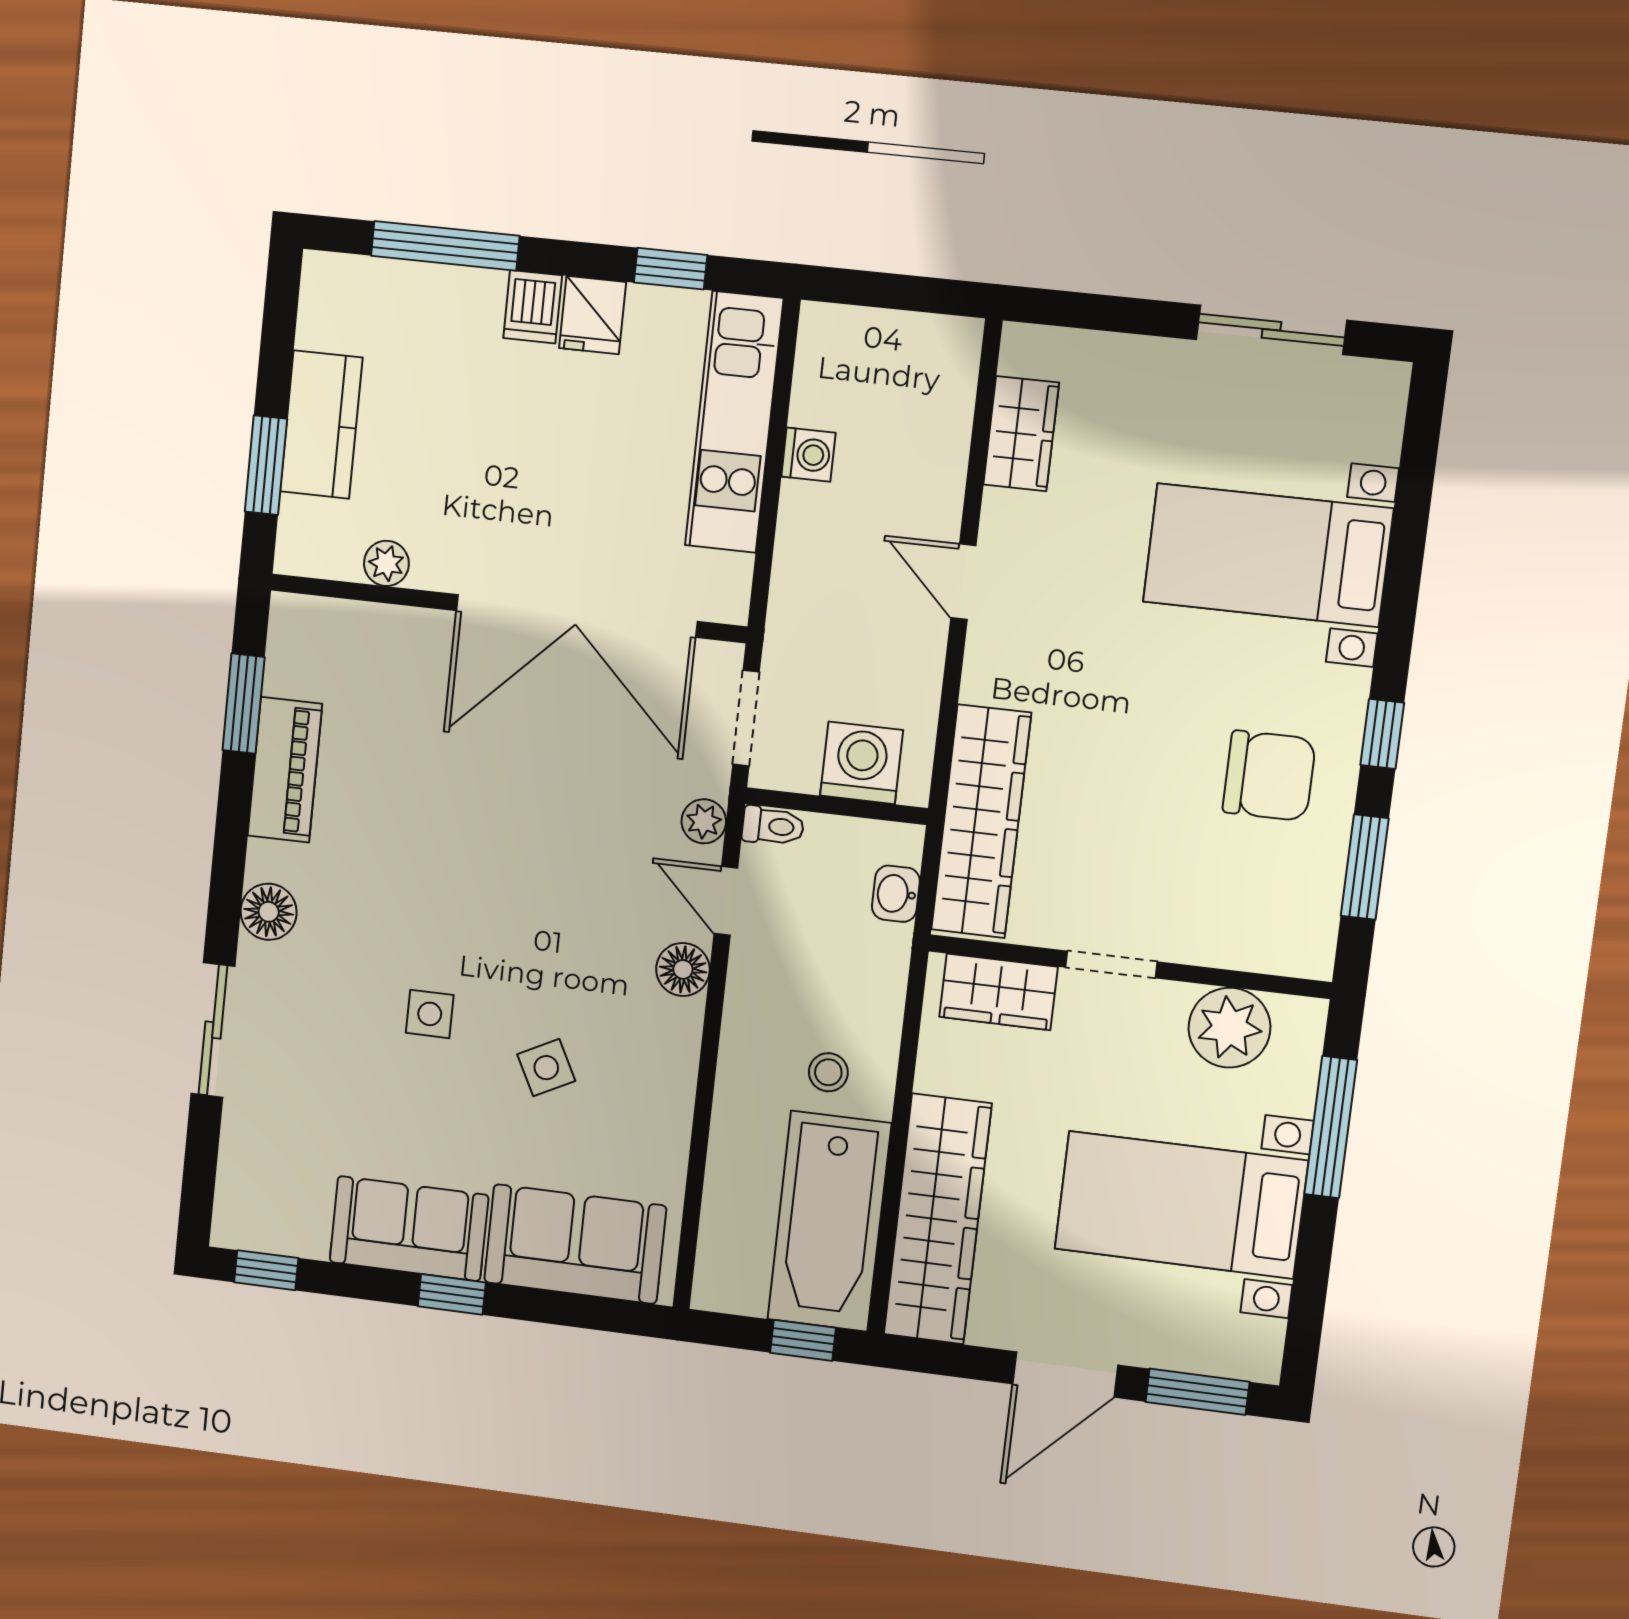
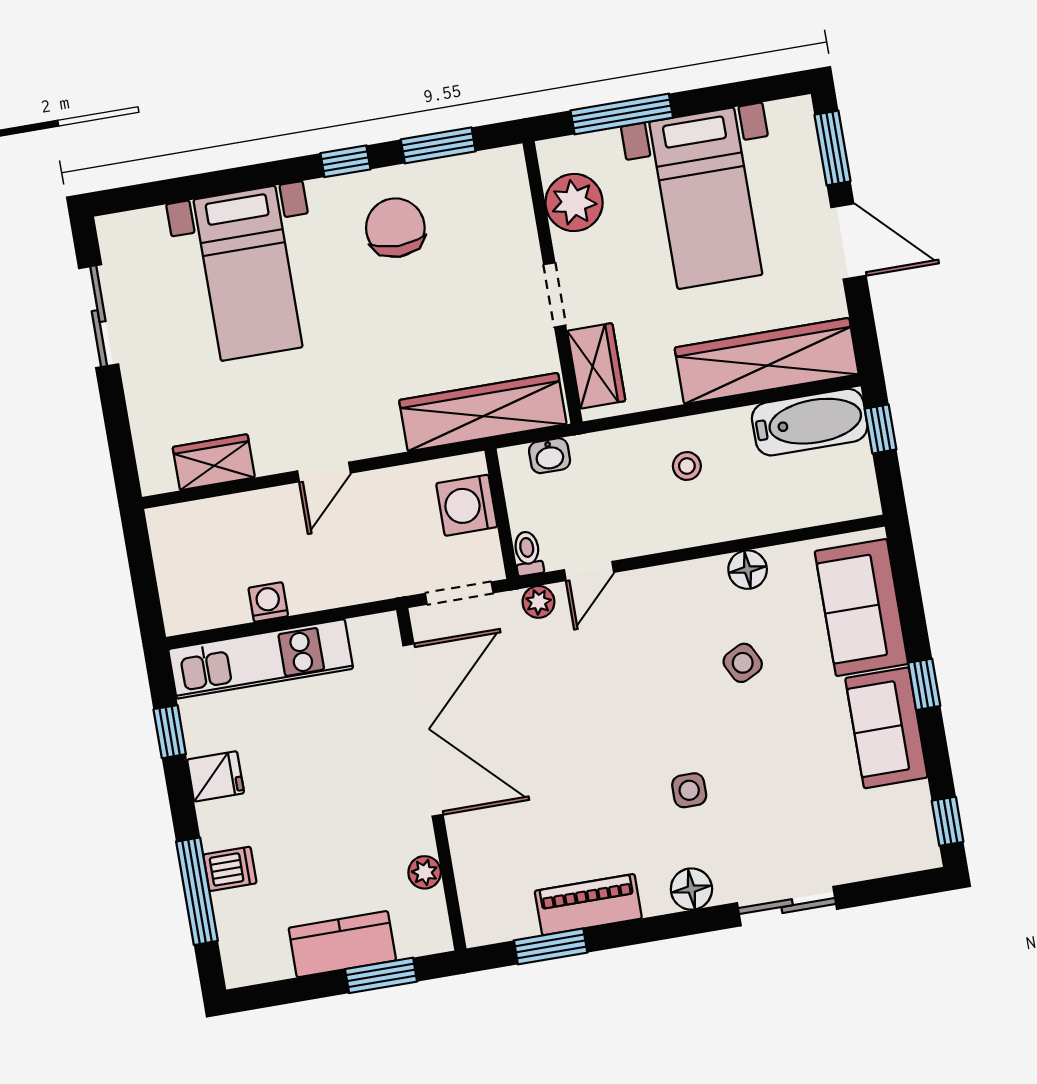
dishwasher: (533, 307) -> (230, 869), moved
floor lamp: (683, 969) -> (748, 570), moved
side table: (430, 1014) -> (689, 790), moved
bathtub: (829, 1221) -> (810, 422), width x0.73, depth x0.73

